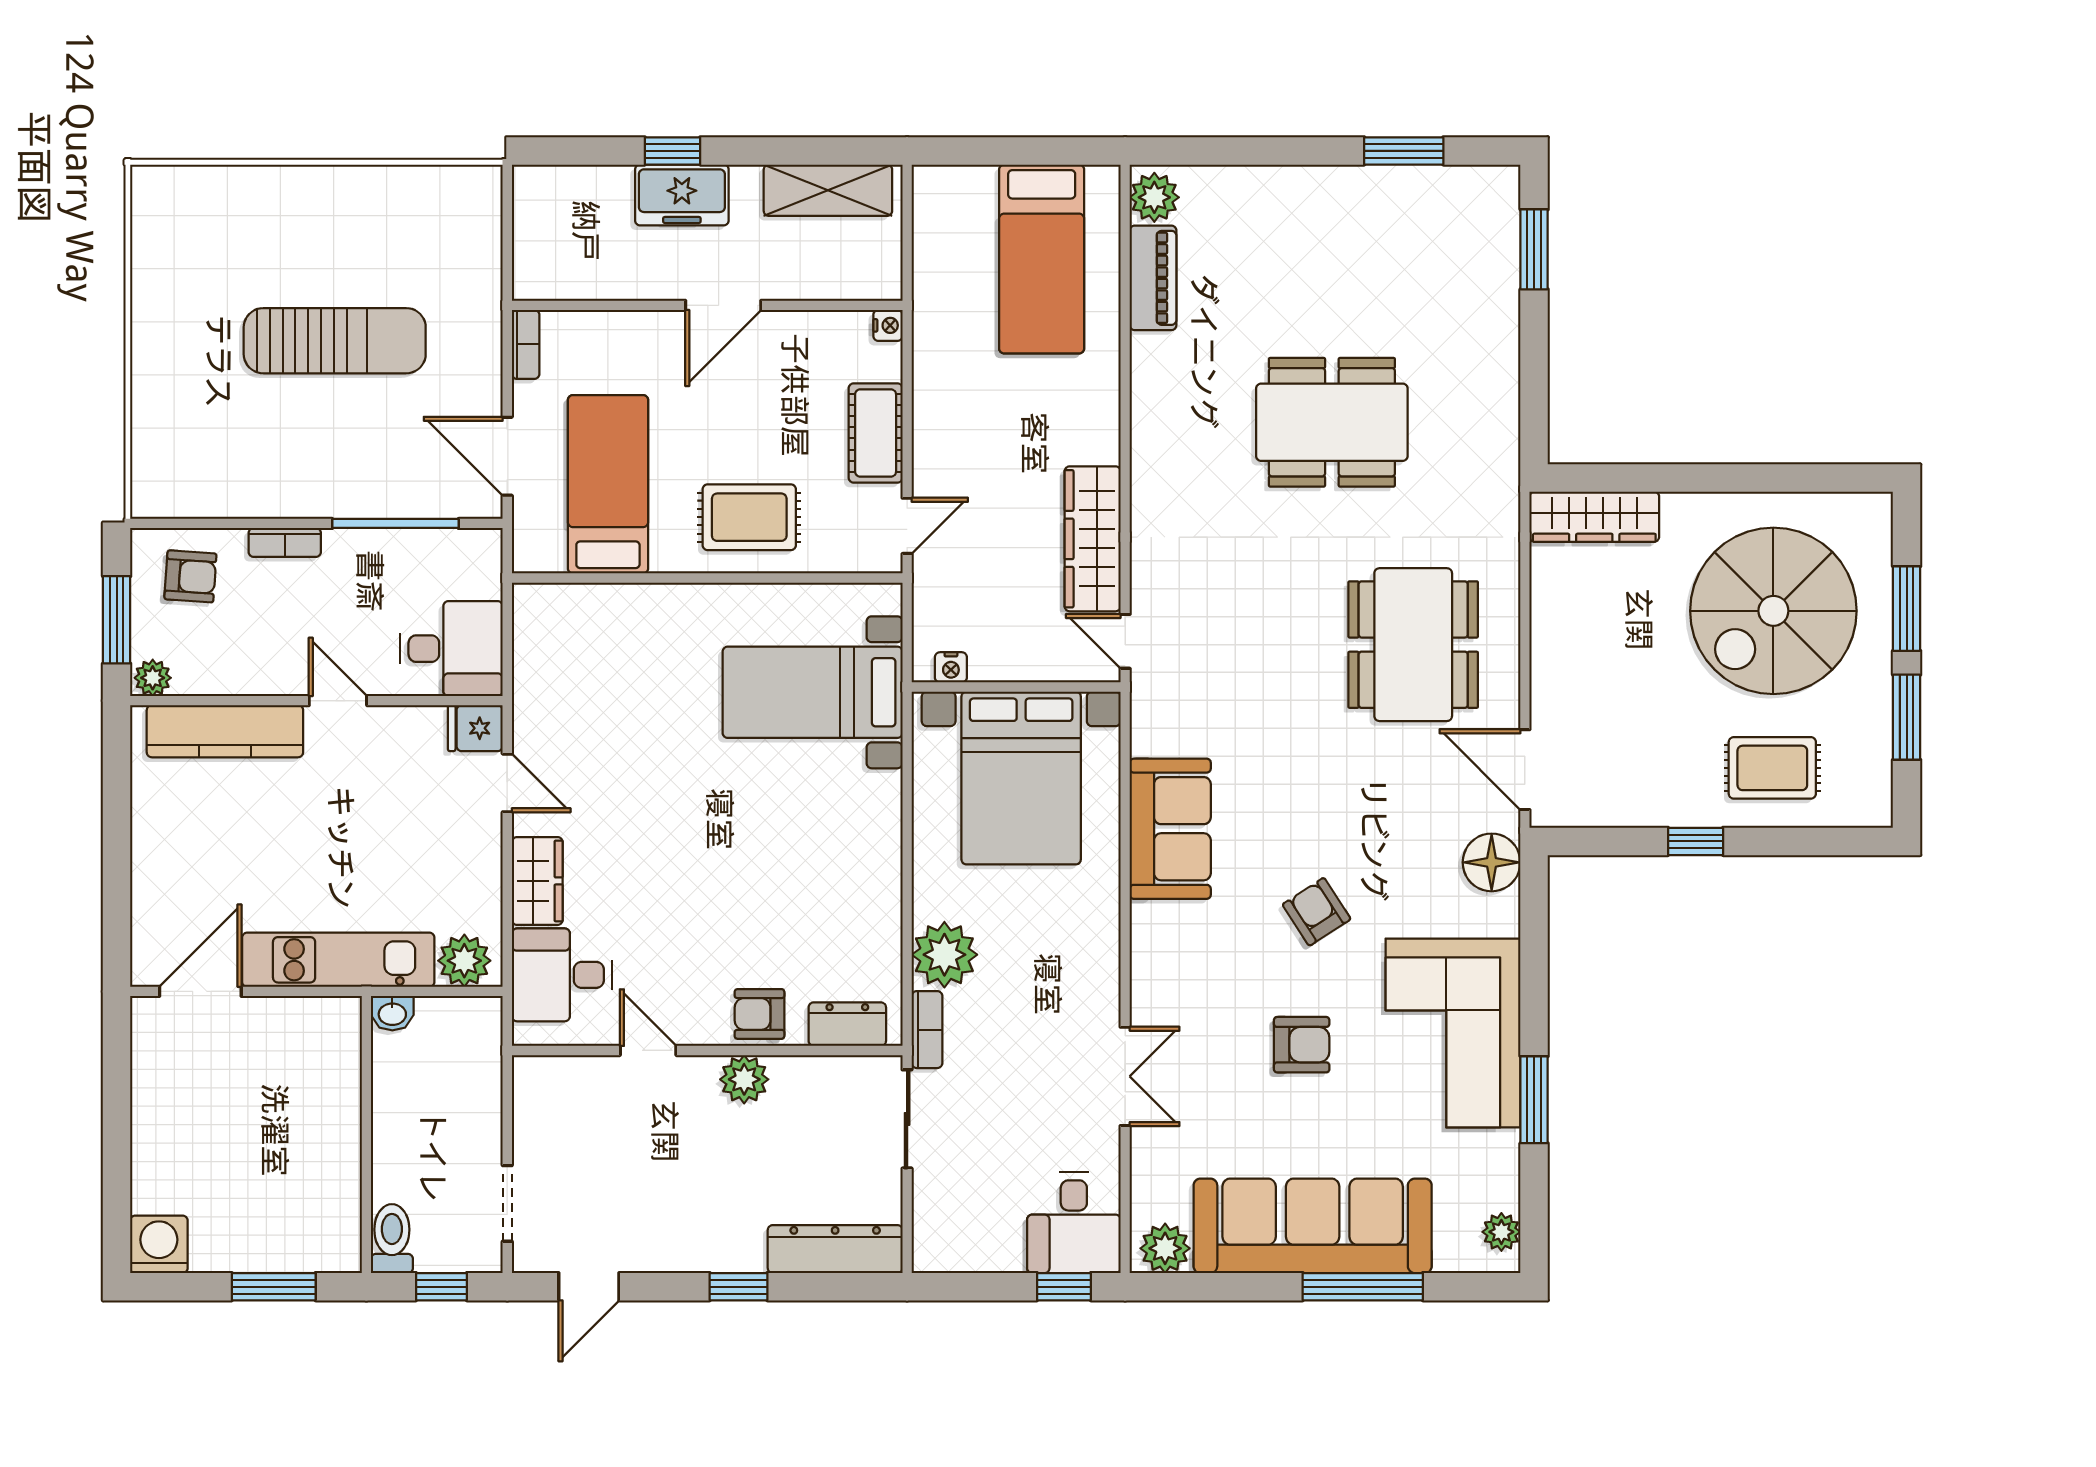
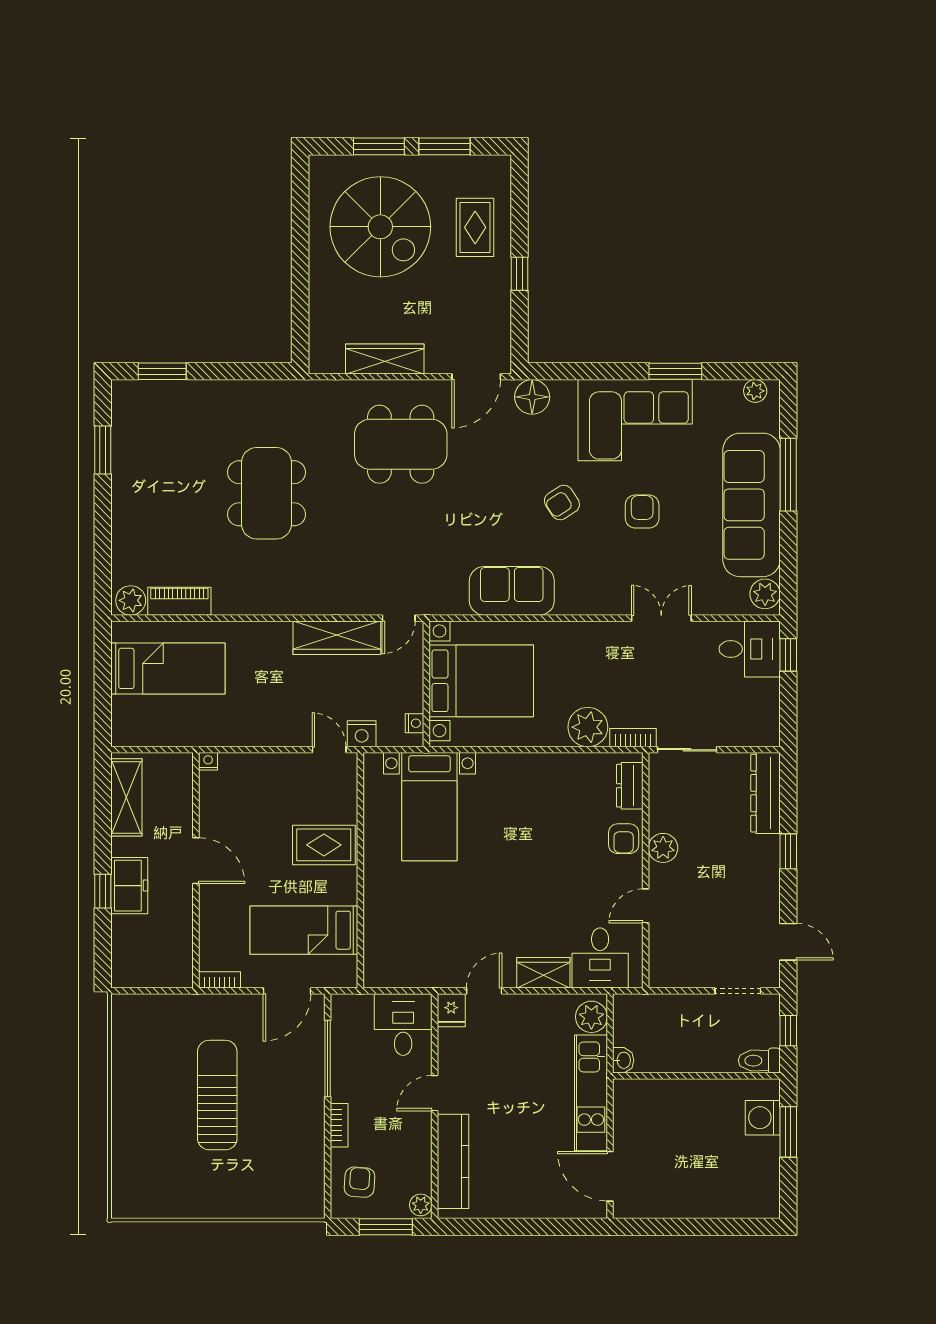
cot: (876, 433) -> (273, 769), removed
rug: (749, 517) -> (324, 845), turned 90
wardrobe: (1594, 517) -> (385, 359), moved, turned -90
nightstand: (933, 580) -> (362, 734), added
washing machine: (159, 1244) -> (763, 1118), moved

